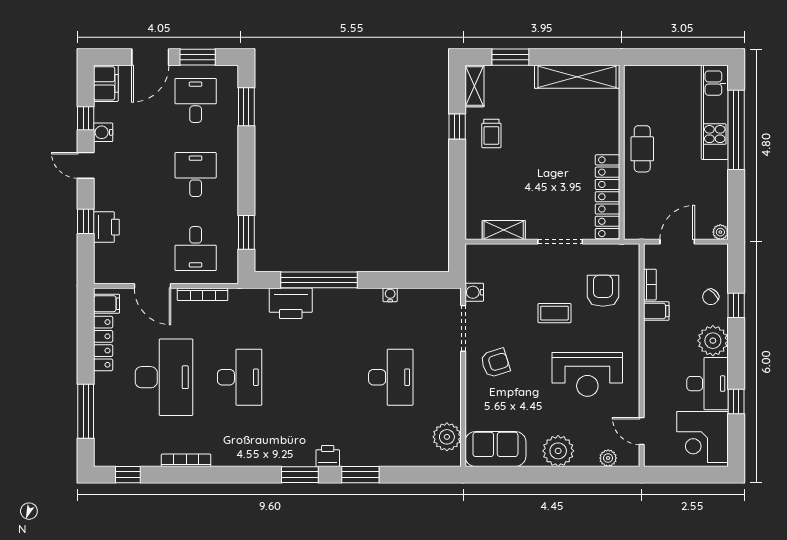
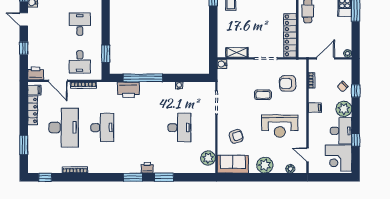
printer: (106, 227) -> (36, 73), moved, turned -90
armchair: (603, 291) -> (288, 83), turned -90
water cooler: (474, 292) -> (222, 64), moved
filing cabinet: (656, 311) -> (315, 108), moved
armchair: (495, 363) -> (236, 136), moved
window: (86, 411) -> (24, 145), width x0.69

